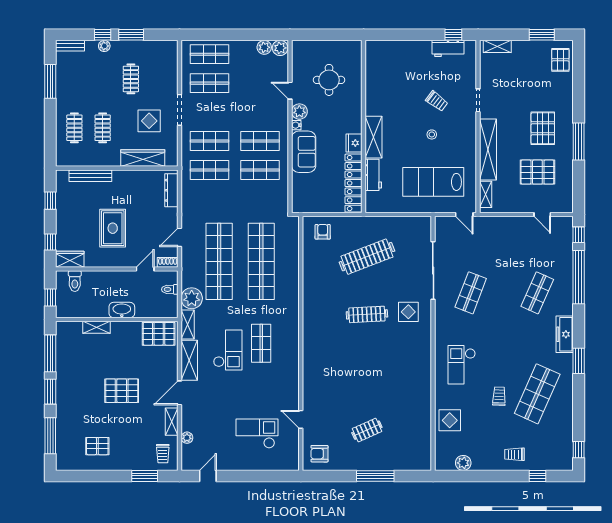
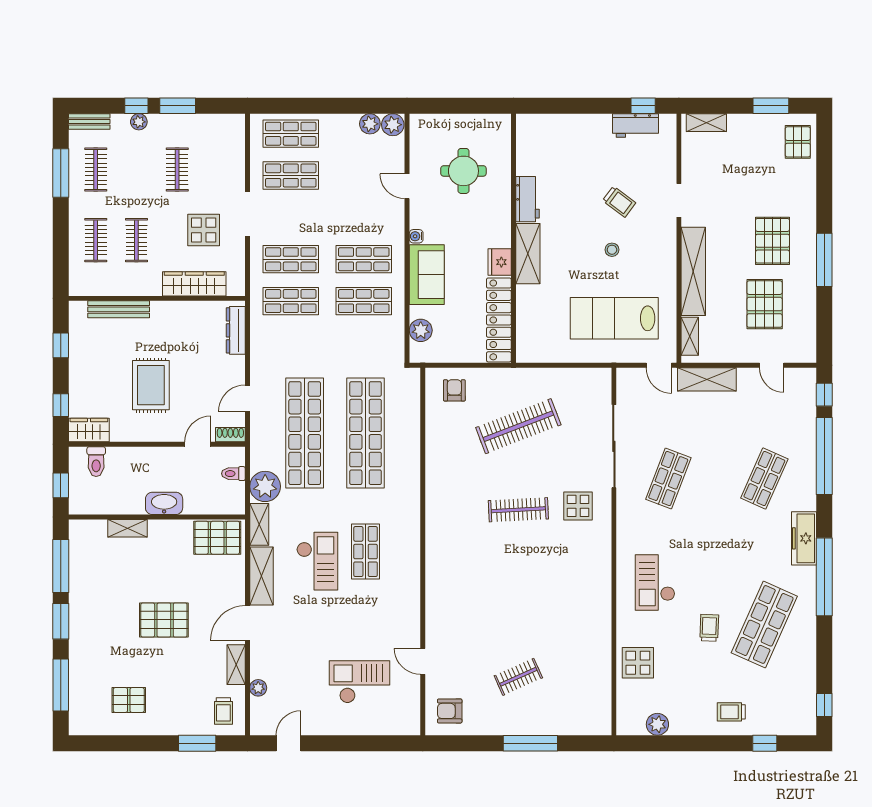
clothes rail: (74, 79) -> (96, 169), added
plant: (299, 112) -> (421, 330), moved
pallet: (537, 172) -> (765, 304), turned 90
workbench: (373, 175) -> (527, 199), moved
shelving: (497, 224) -> (707, 379), added
window: (579, 361) -> (824, 577), width x2.11

